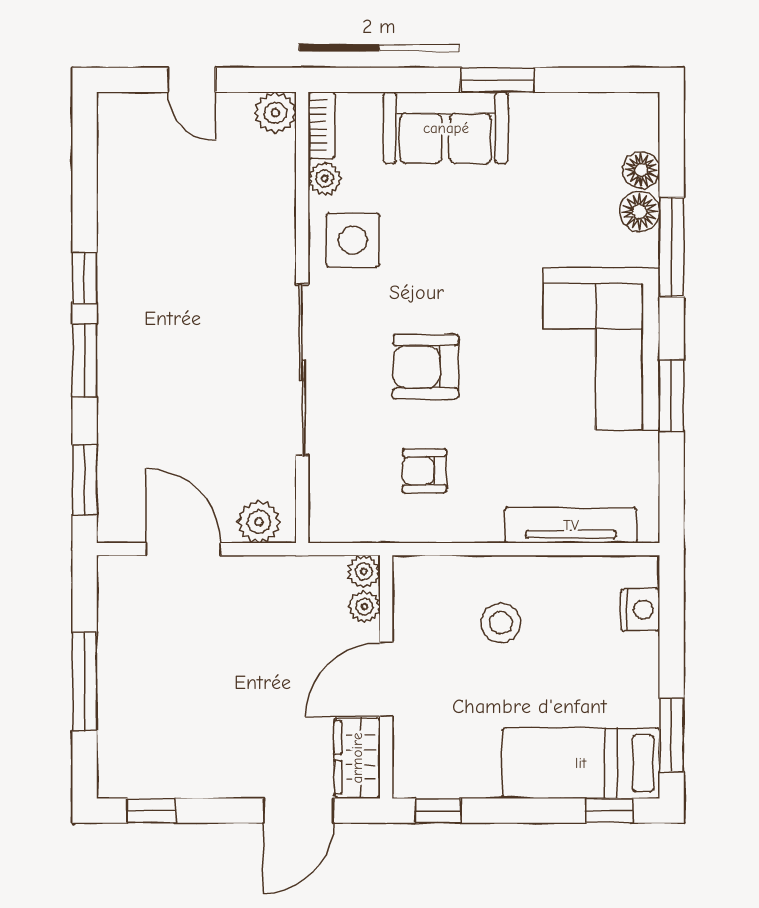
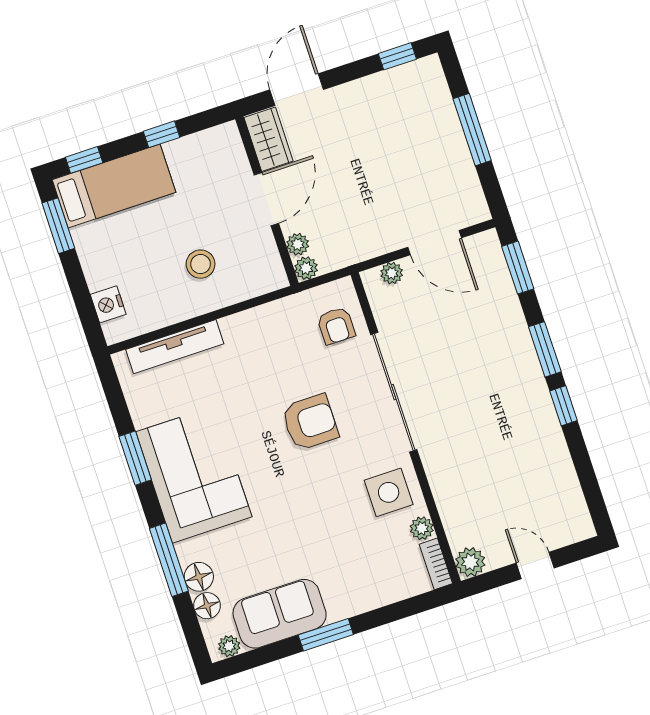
plant: (630, 107) -> (229, 646), added
sofa: (446, 128) -> (280, 614), moved
armchair: (424, 471) -> (336, 326), moved, turned 90
plant: (259, 522) -> (392, 273), width x0.73, depth x0.73
window: (438, 811) -> (162, 134), moved

